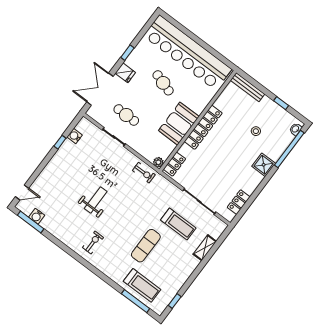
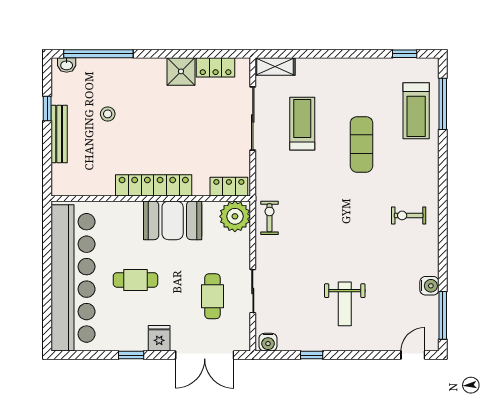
cafe table: (163, 83) -> (135, 280), turned 72
bench: (248, 87) -> (59, 134), moved
water cooler: (75, 136) -> (268, 342), moved
plant: (158, 162) -> (235, 216), width x1.87, depth x1.87
shower: (264, 165) -> (181, 71), moved
door: (22, 192) -> (413, 355), hinge flipped
weight bench: (96, 200) -> (345, 304), moved, turned -90
water cooler: (37, 216) -> (429, 286), moved
exercise mat: (146, 246) -> (361, 144), turned 90
shelving: (205, 248) -> (275, 67), moved
treadmill: (142, 285) -> (416, 111), turned 180

